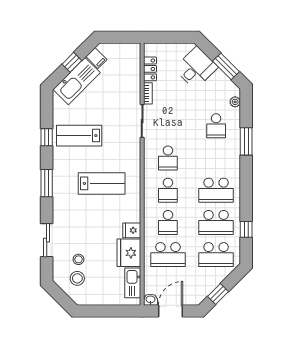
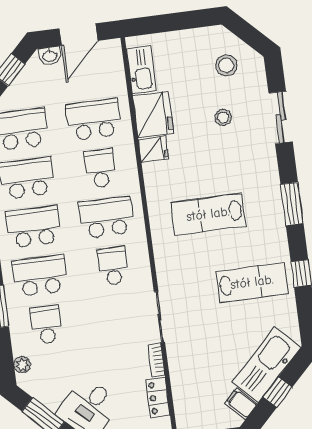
school desk: (216, 158) -> (40, 276), added
school desk: (168, 190) -> (106, 217), width x1.85
stool: (78, 259) -> (223, 117), moved
washbasin: (150, 300) -> (50, 56), moved

